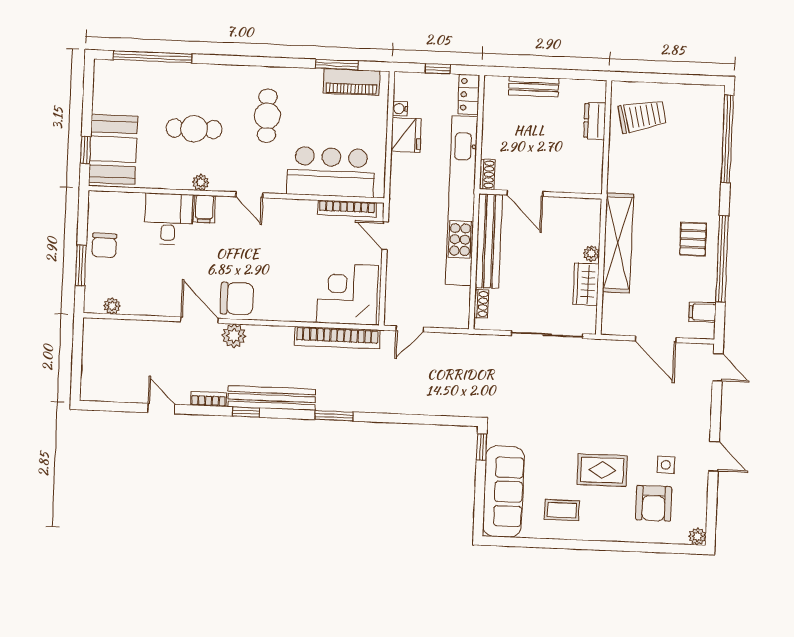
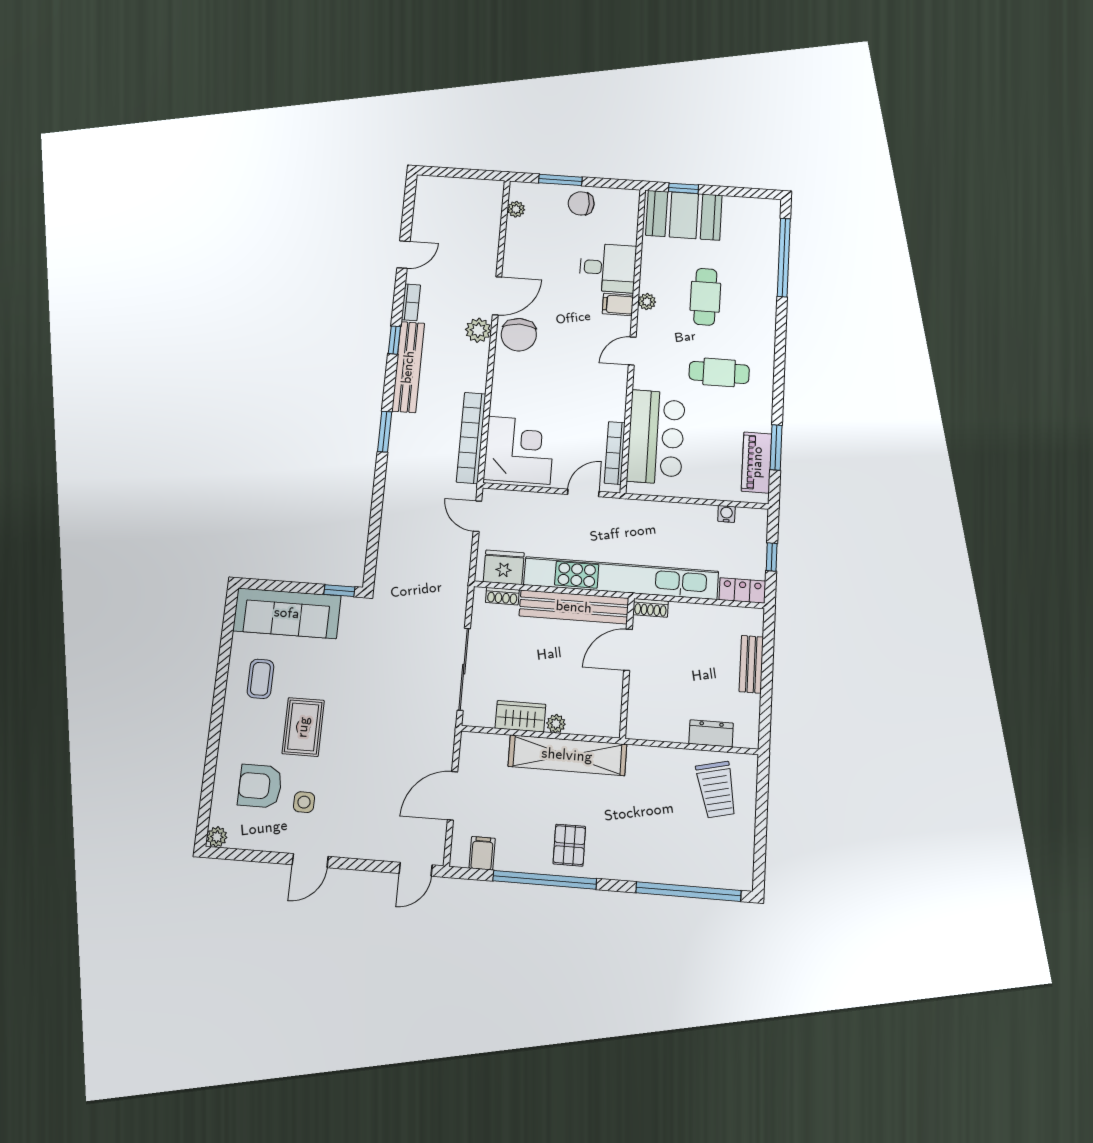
fridge: (406, 135) -> (504, 567), moved, turned 180
pallet: (693, 239) -> (569, 845), turned 90

